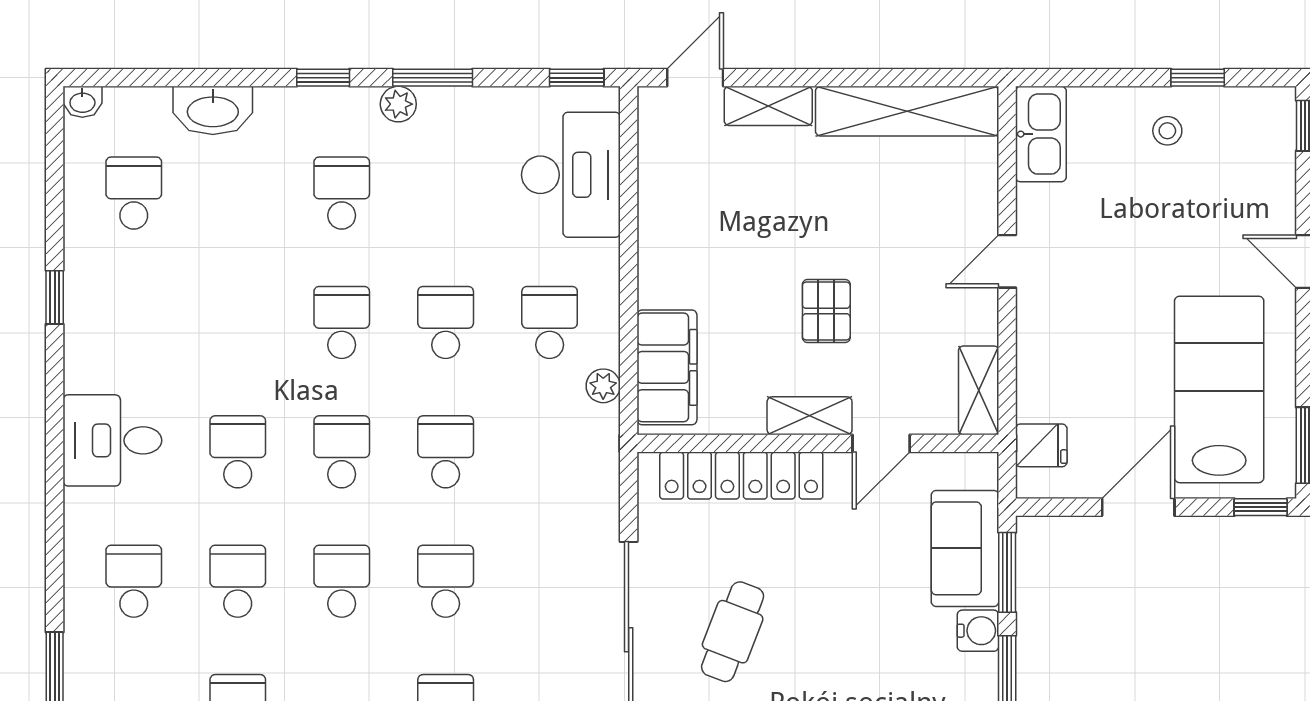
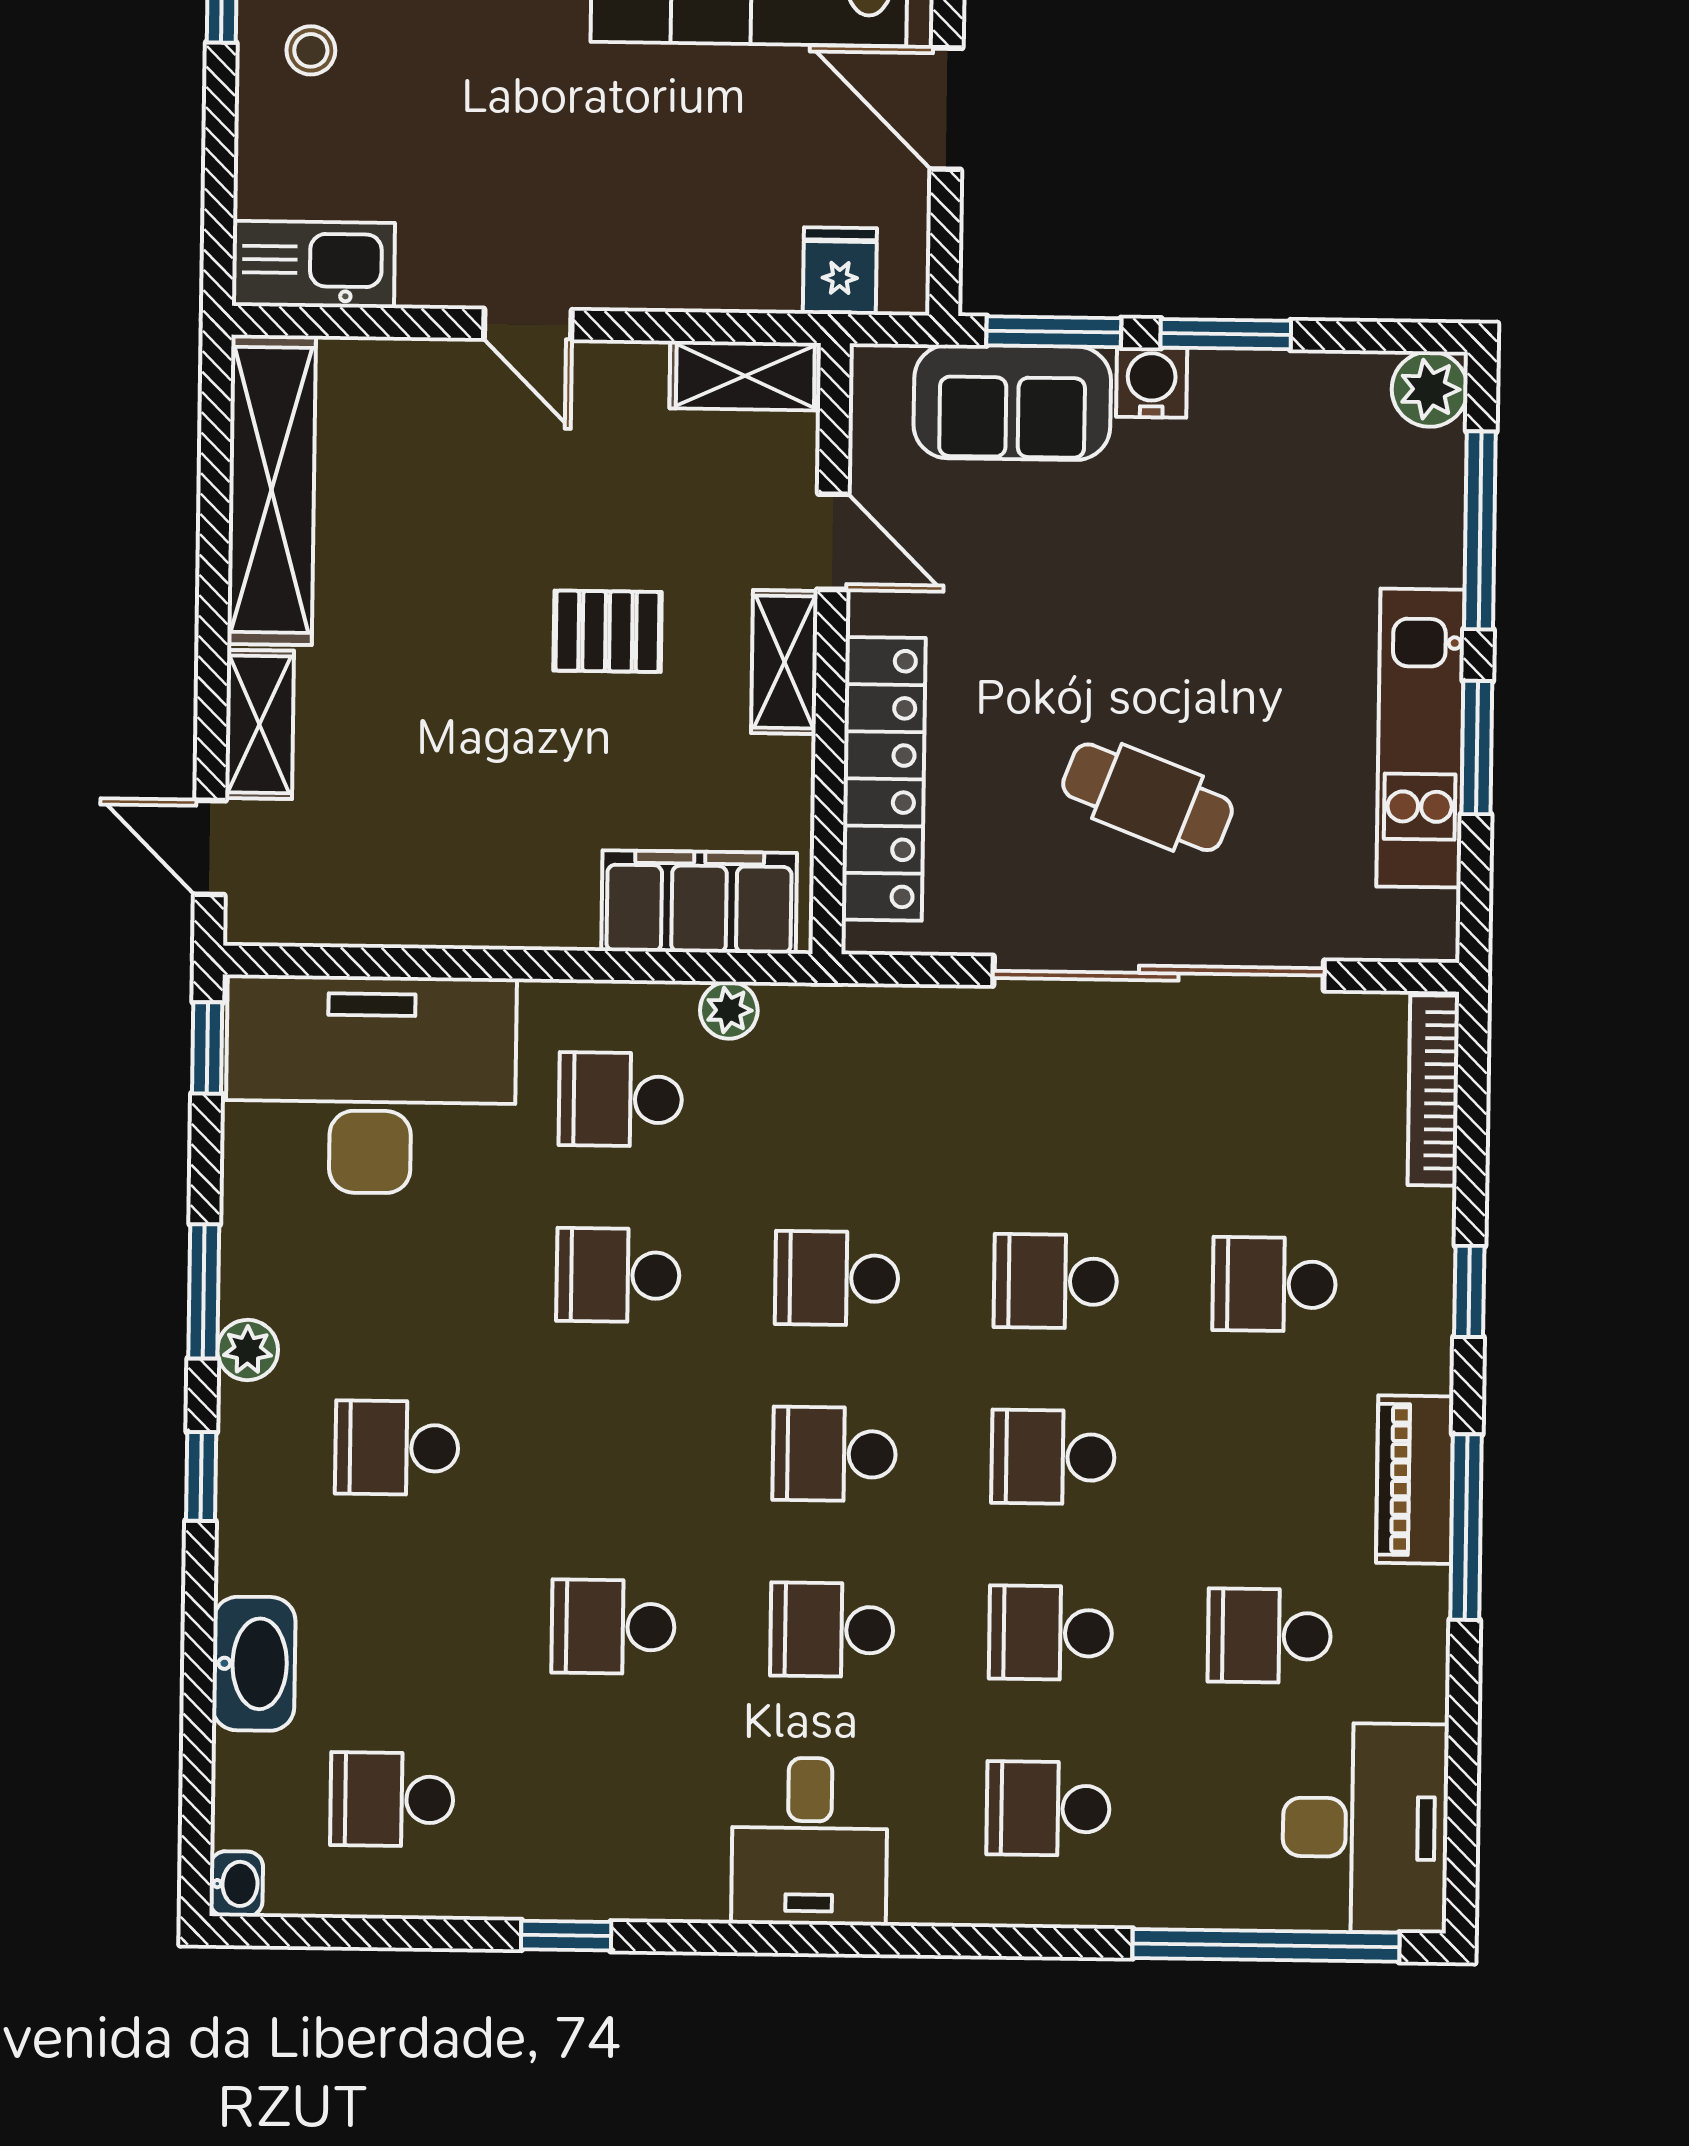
desk: (571, 175) -> (371, 1085), width x1.36, depth x1.30
school desk: (342, 322) -> (613, 1627), moved

